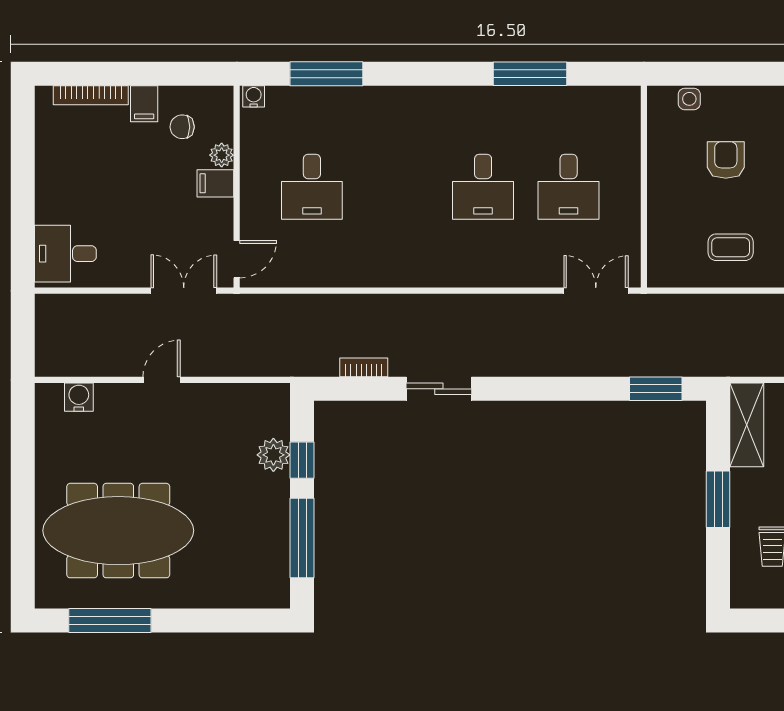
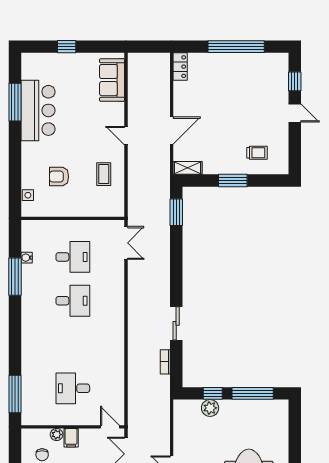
window: (326, 74) -> (15, 394), moved
water cooler: (254, 96) -> (27, 258), moved
desk: (312, 187) -> (73, 388), turned 180
double door: (596, 291) -> (126, 243), swing flipped
shelving: (747, 425) -> (187, 168), width x0.67, depth x0.75

